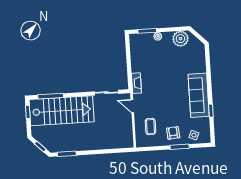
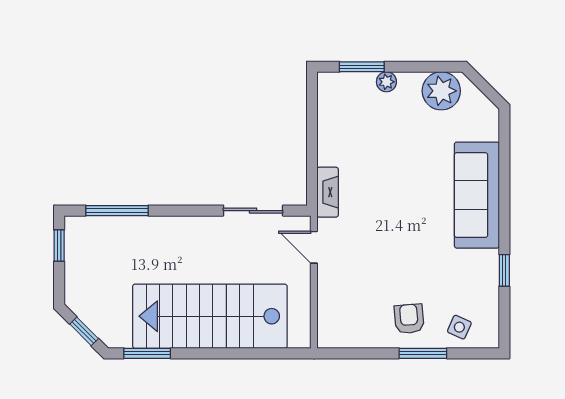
sofa: (199, 95) -> (477, 195), moved
stairs: (62, 111) -> (210, 316), moved, turned 180
coffee table: (150, 127) -> (355, 300), removed

